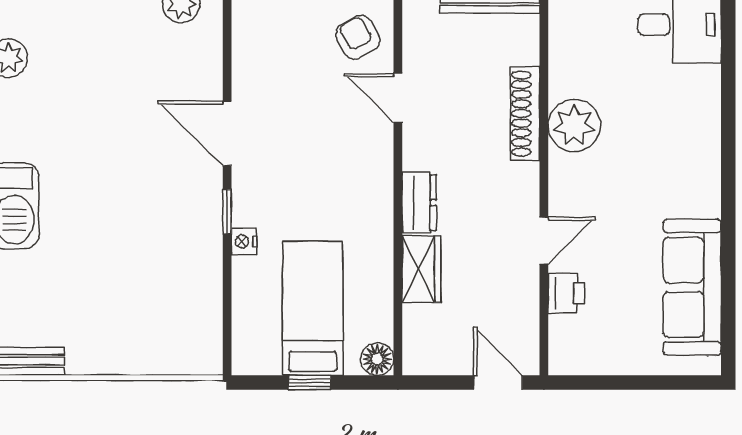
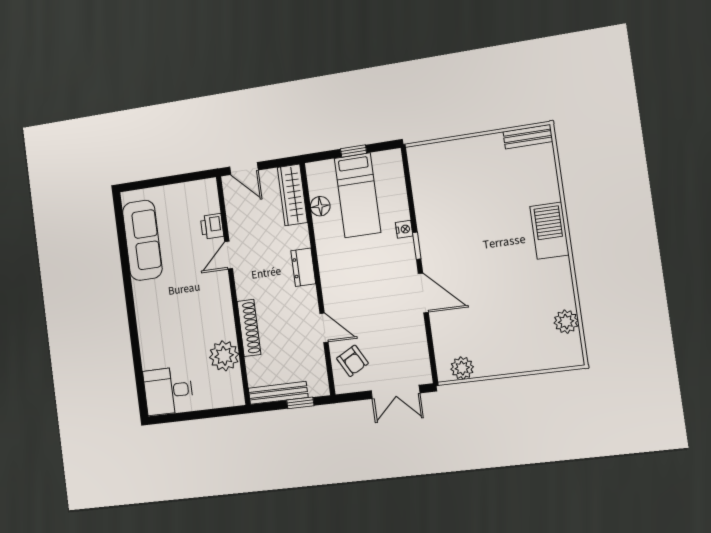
plant: (574, 126) -> (224, 356), moved
wardrobe: (421, 269) -> (292, 195), moved, width x1.50
floor lamp: (377, 359) -> (320, 206), moved

